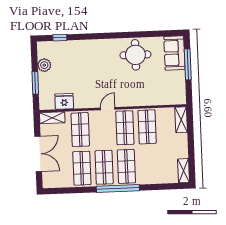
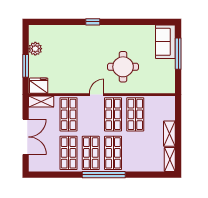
window: (60, 38) -> (93, 22), moved
round table: (135, 55) -> (123, 67), moved
fridge: (64, 101) -> (39, 86), moved
shelving: (181, 120) -> (169, 134), moved

